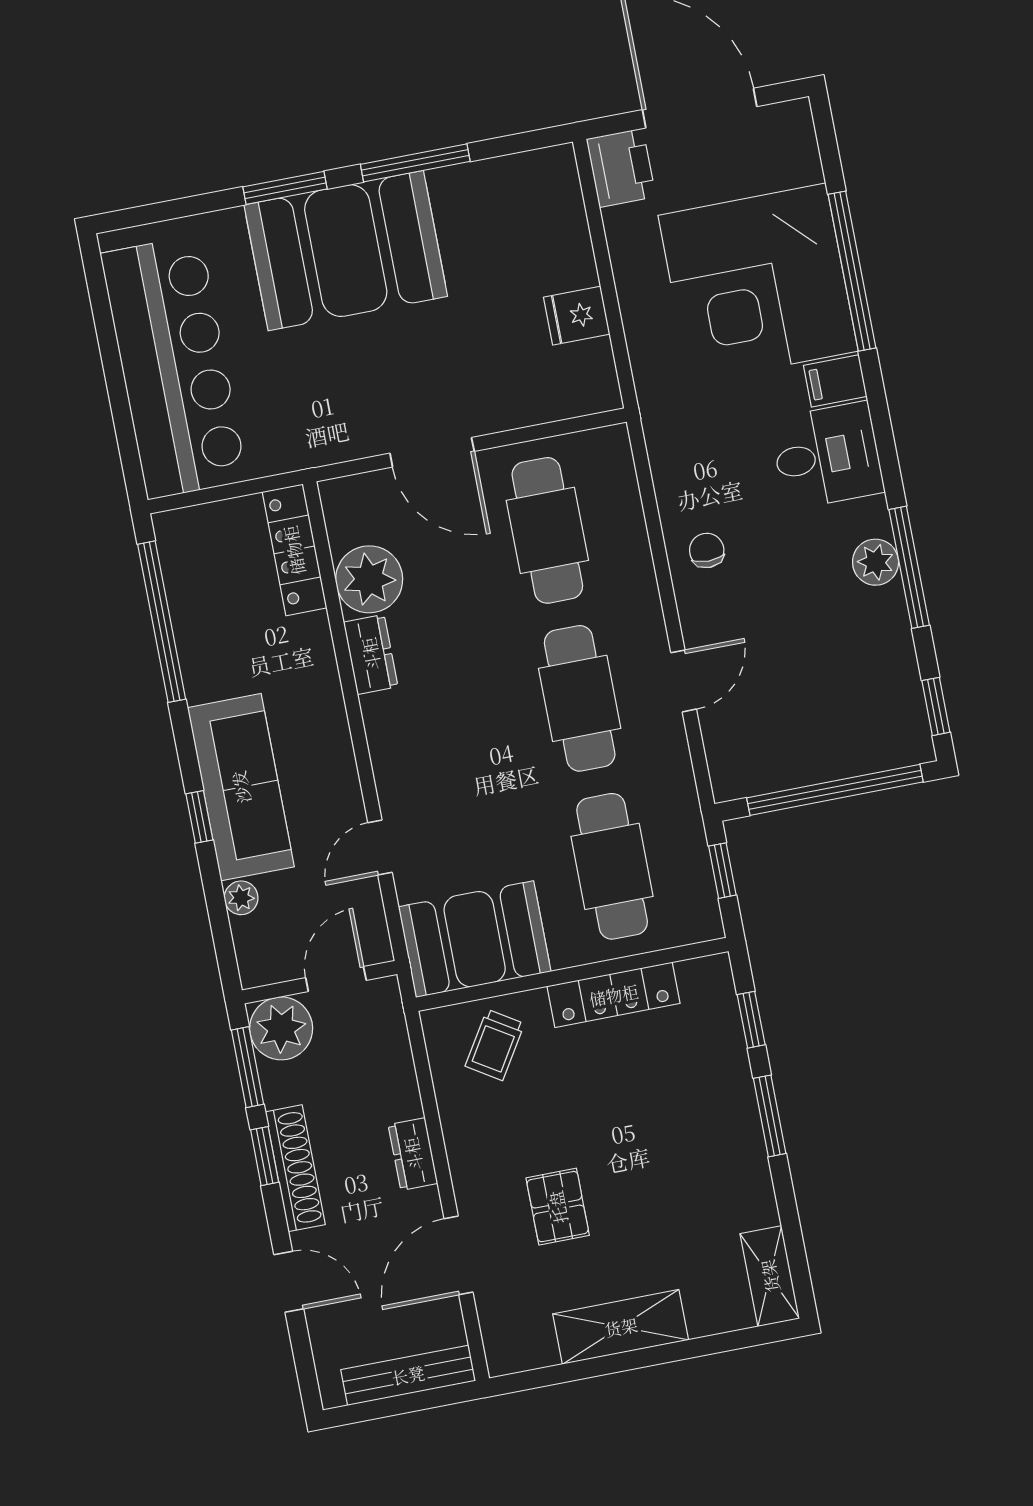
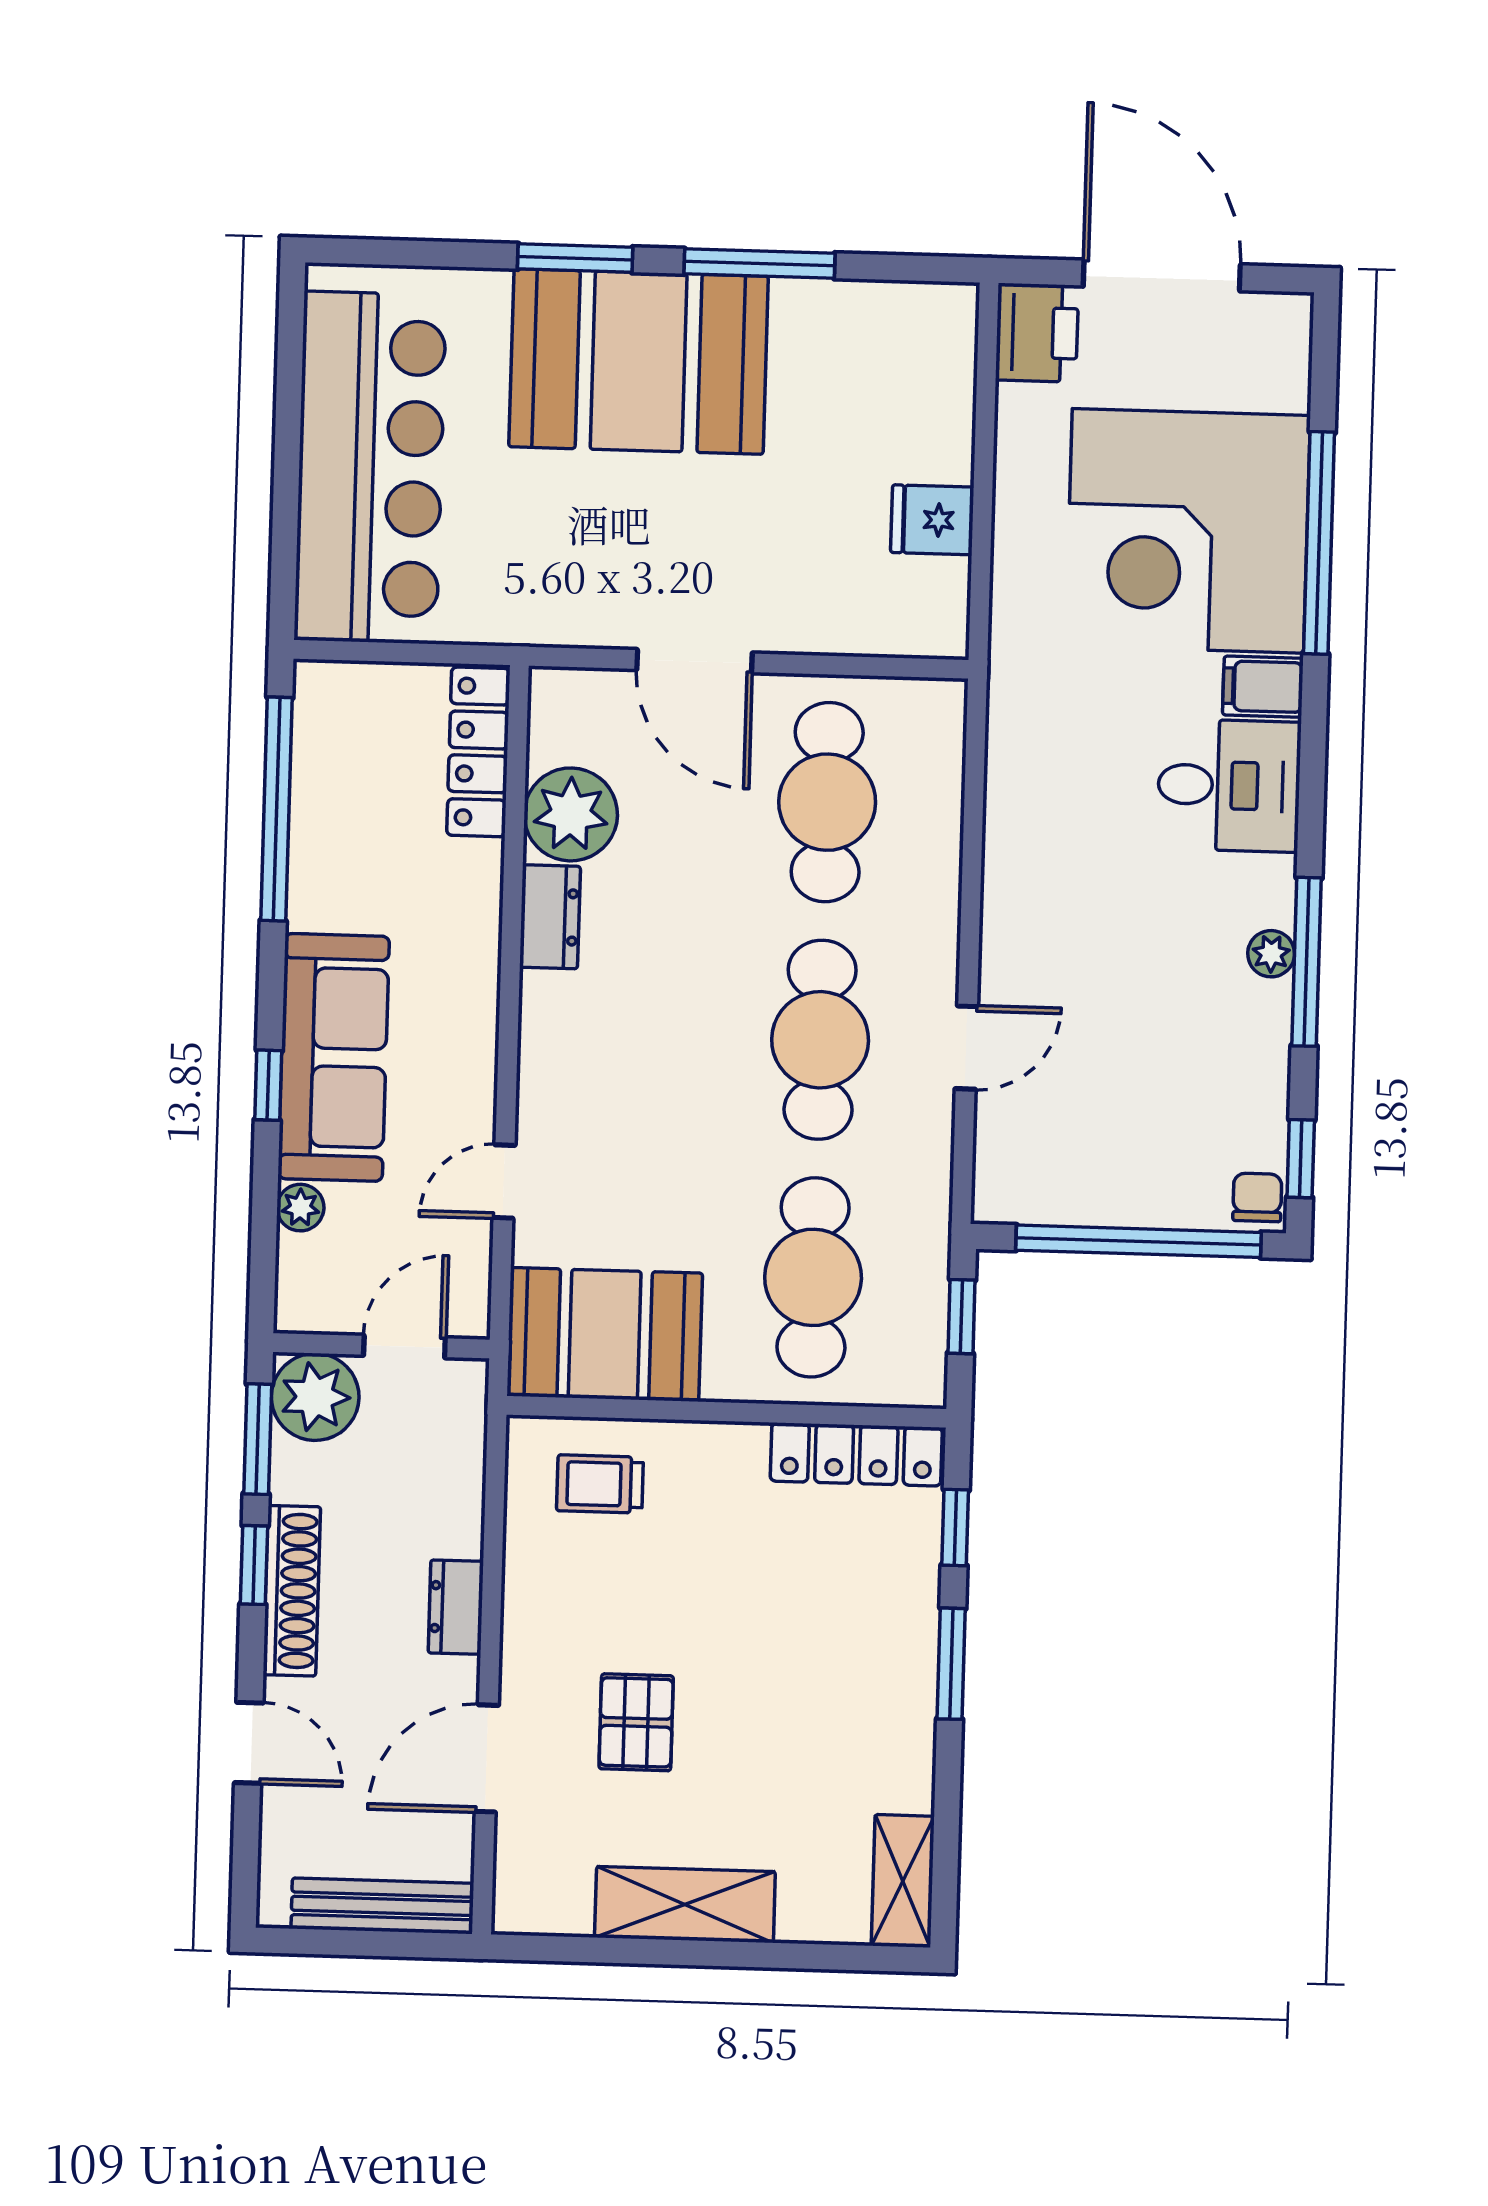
chair: (707, 550) -> (1257, 1197), moved
plant: (876, 562) -> (1271, 954), width x0.73, depth x0.73
locker: (614, 995) -> (856, 1454), moved
trolley: (495, 1045) -> (600, 1484), turned 58

